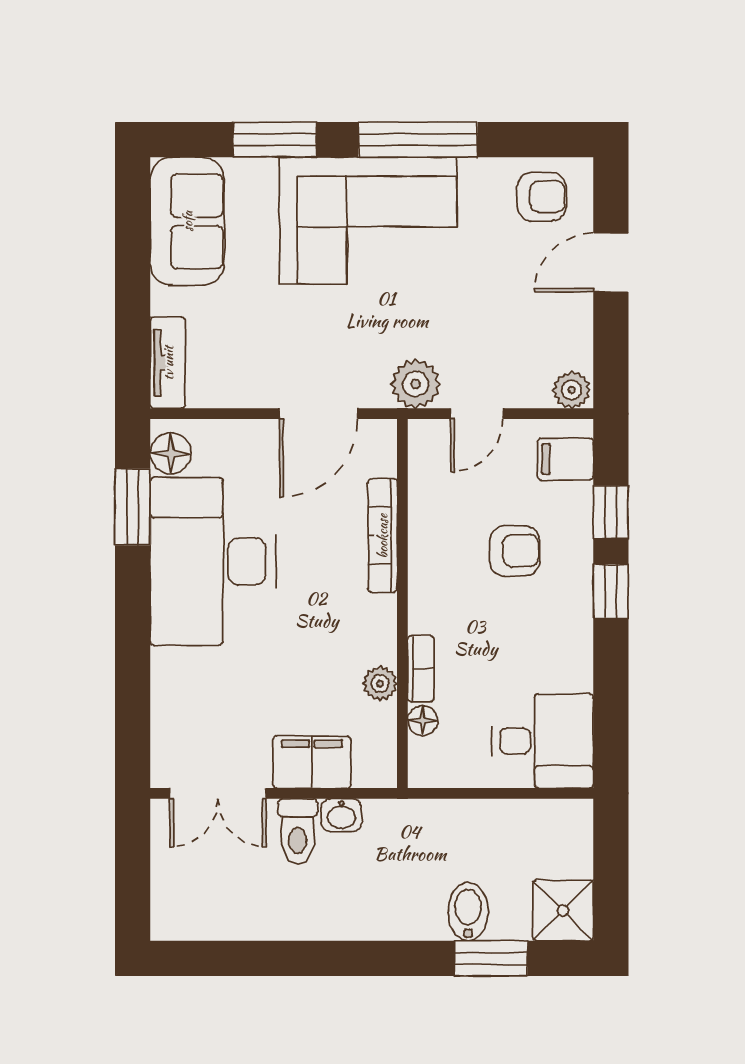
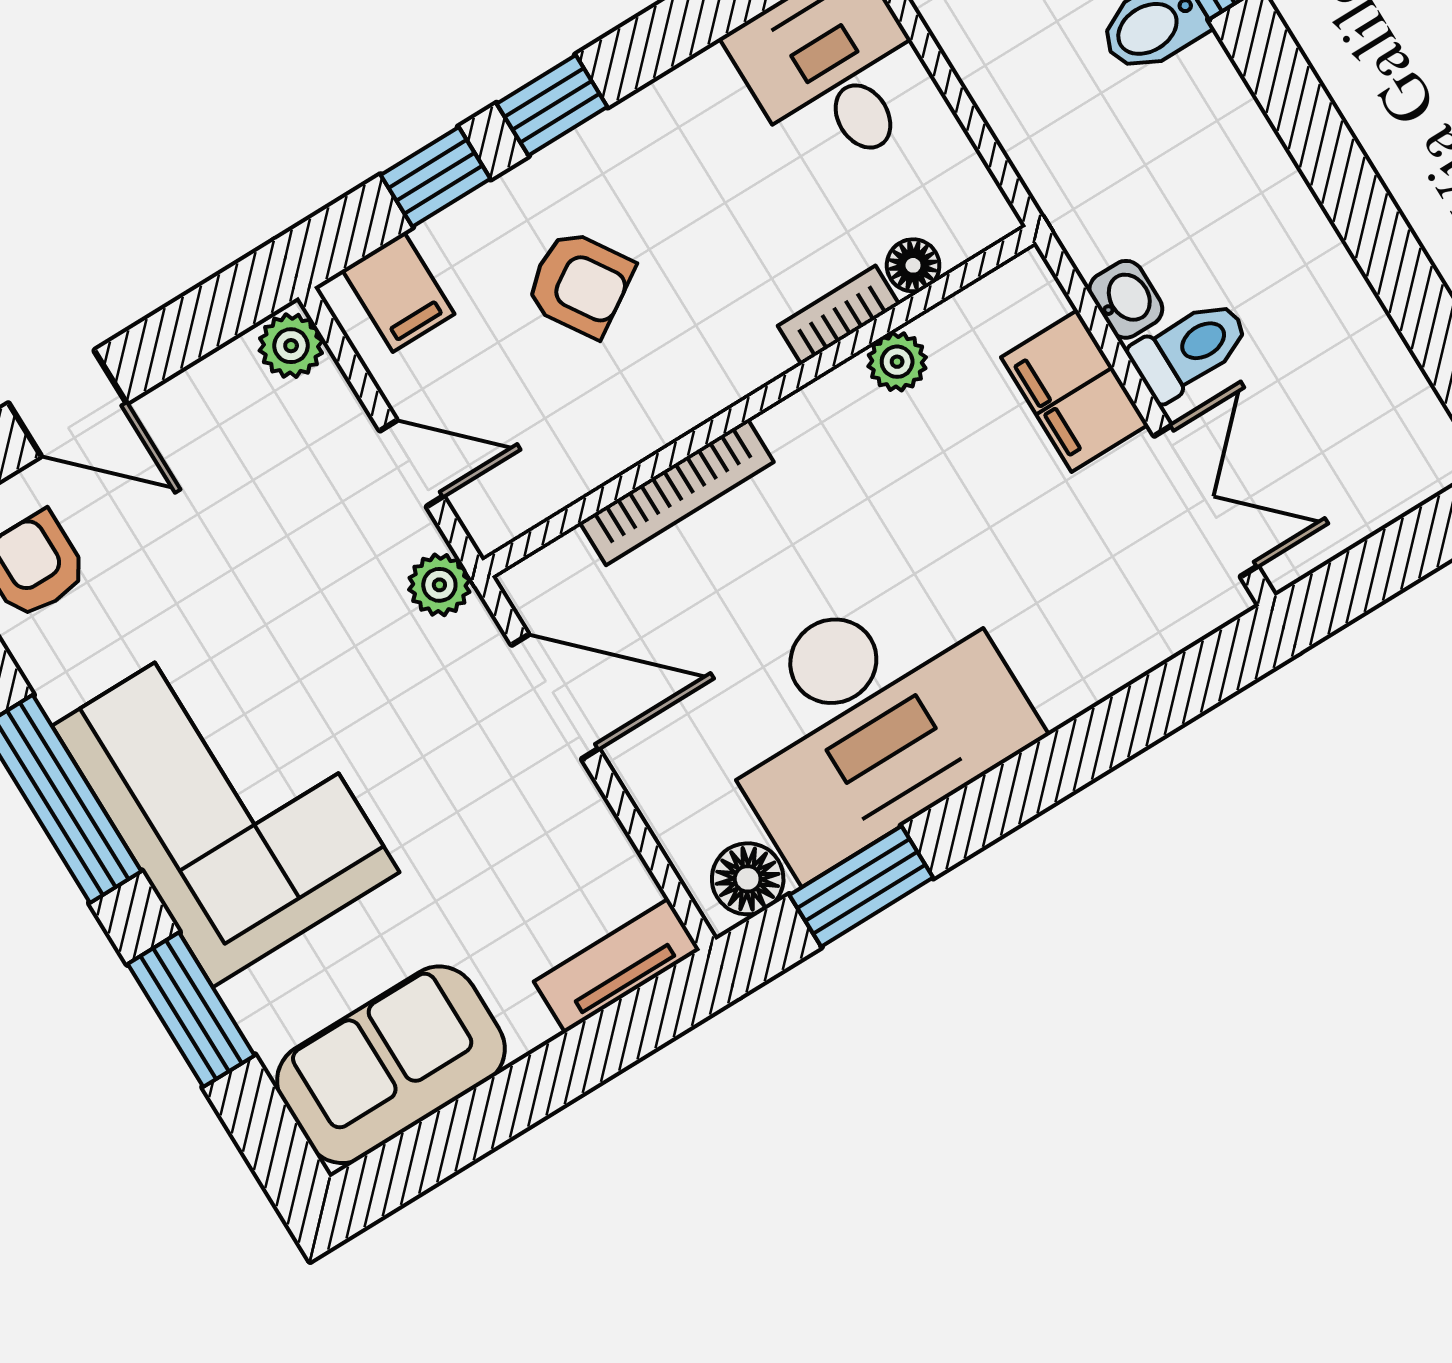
plant: (415, 384) -> (439, 585), width x0.73, depth x0.73
armchair: (515, 551) -> (580, 284), turned 148

